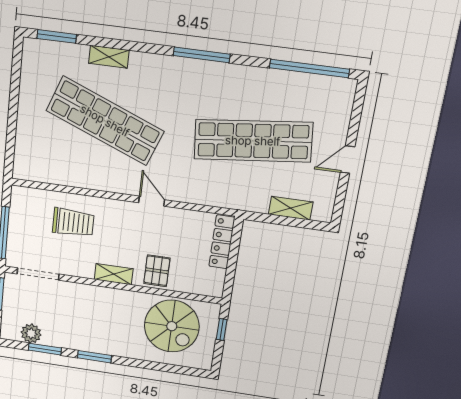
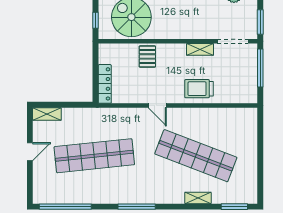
shelving: (291, 208) -> (47, 114), moved
trolley: (73, 222) -> (199, 89), moved
shelving: (114, 274) -> (200, 49), moved

